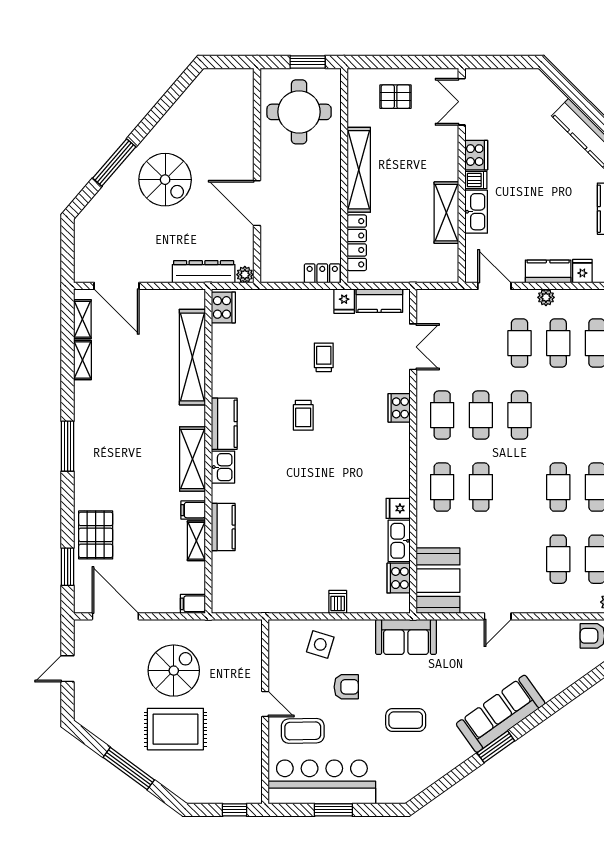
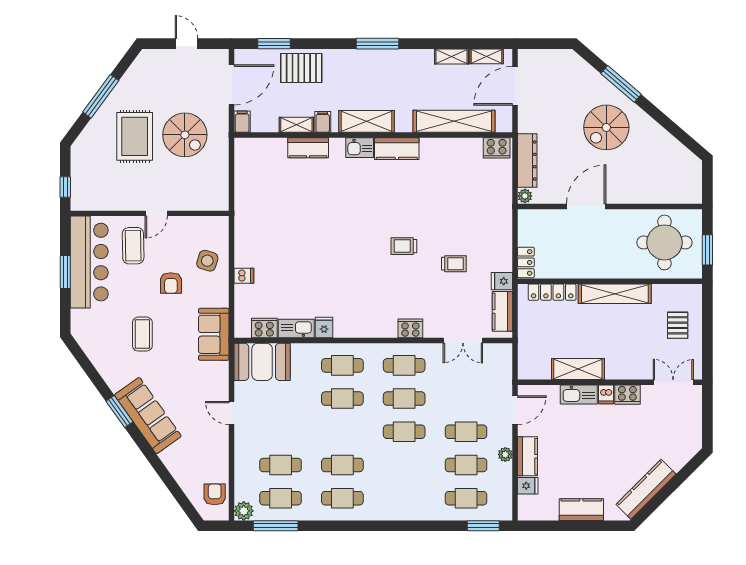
cooker: (223, 307) -> (497, 148), moved
shelving: (192, 357) -> (454, 121), moved
kitchen counter: (224, 424) -> (397, 149), moved
wall: (208, 451) -> (373, 135), moved
shelving: (192, 459) -> (366, 121), moved
kitchen sink: (223, 467) -> (360, 148), moved
filing cabinet: (193, 510) -> (323, 122), moved
kitchen counter: (223, 527) -> (308, 148), moved
shelving: (196, 541) -> (296, 125), moved
filing cabinet: (193, 604) -> (242, 122), moved

